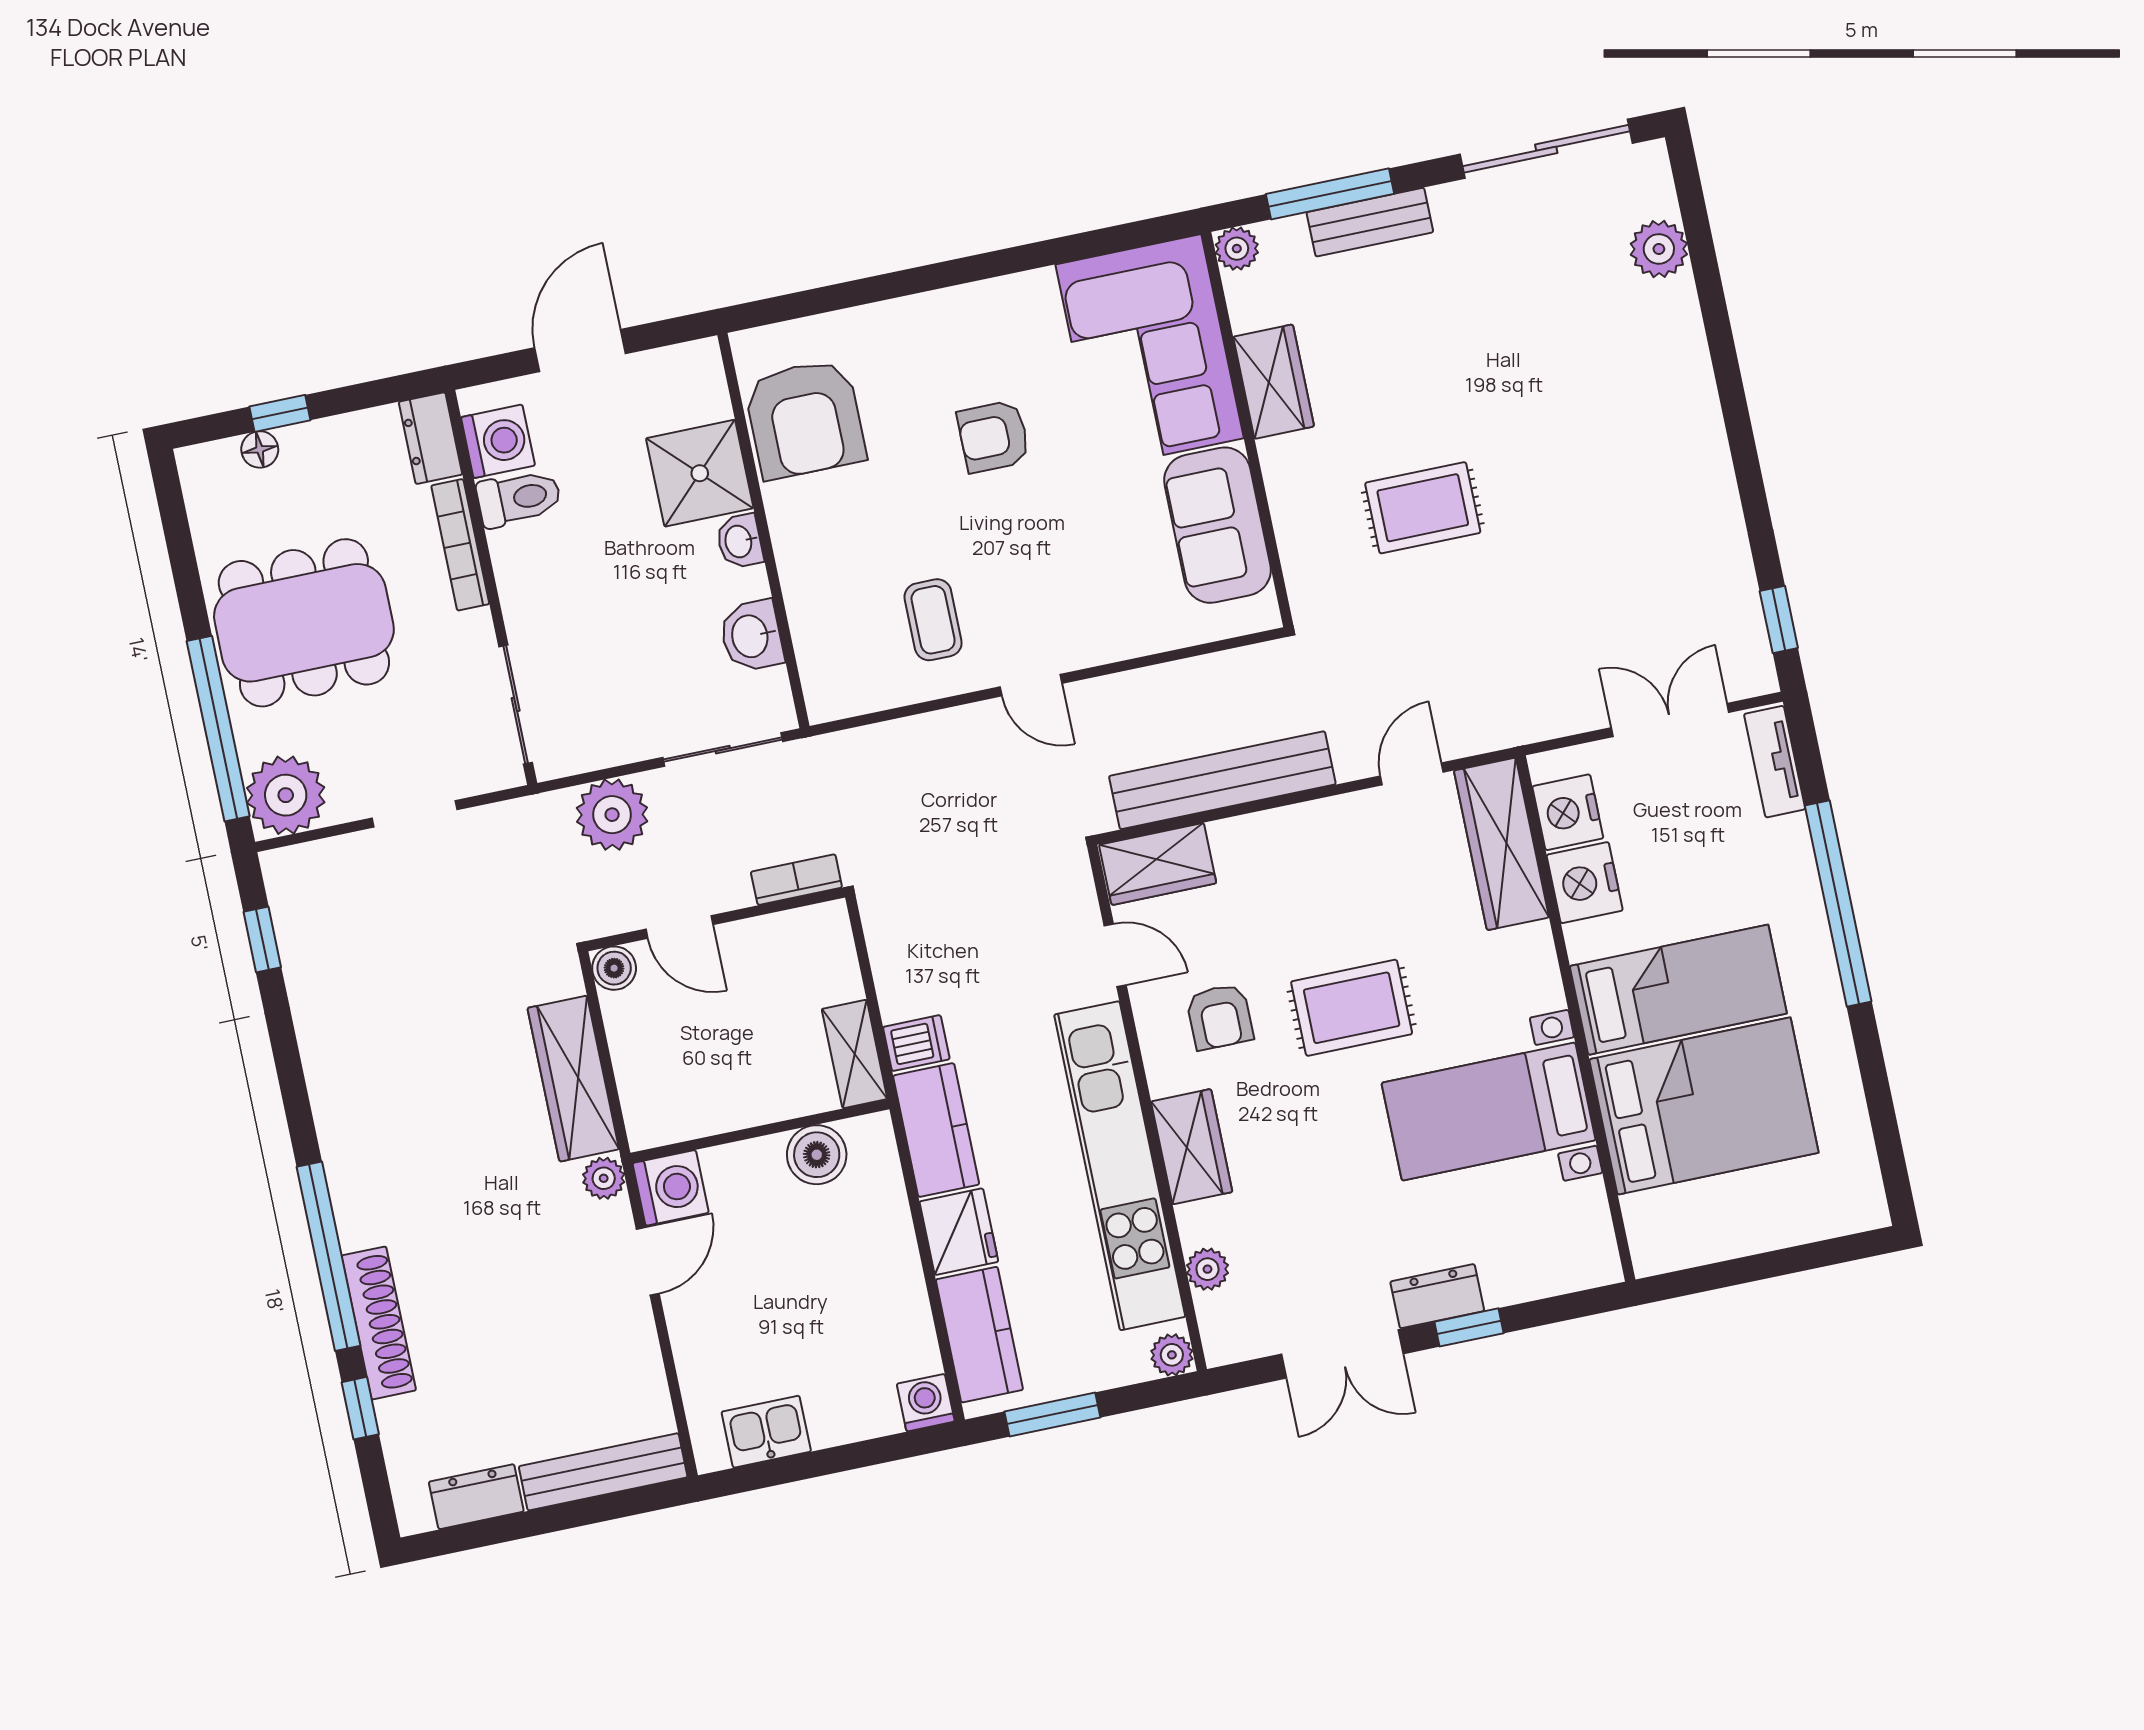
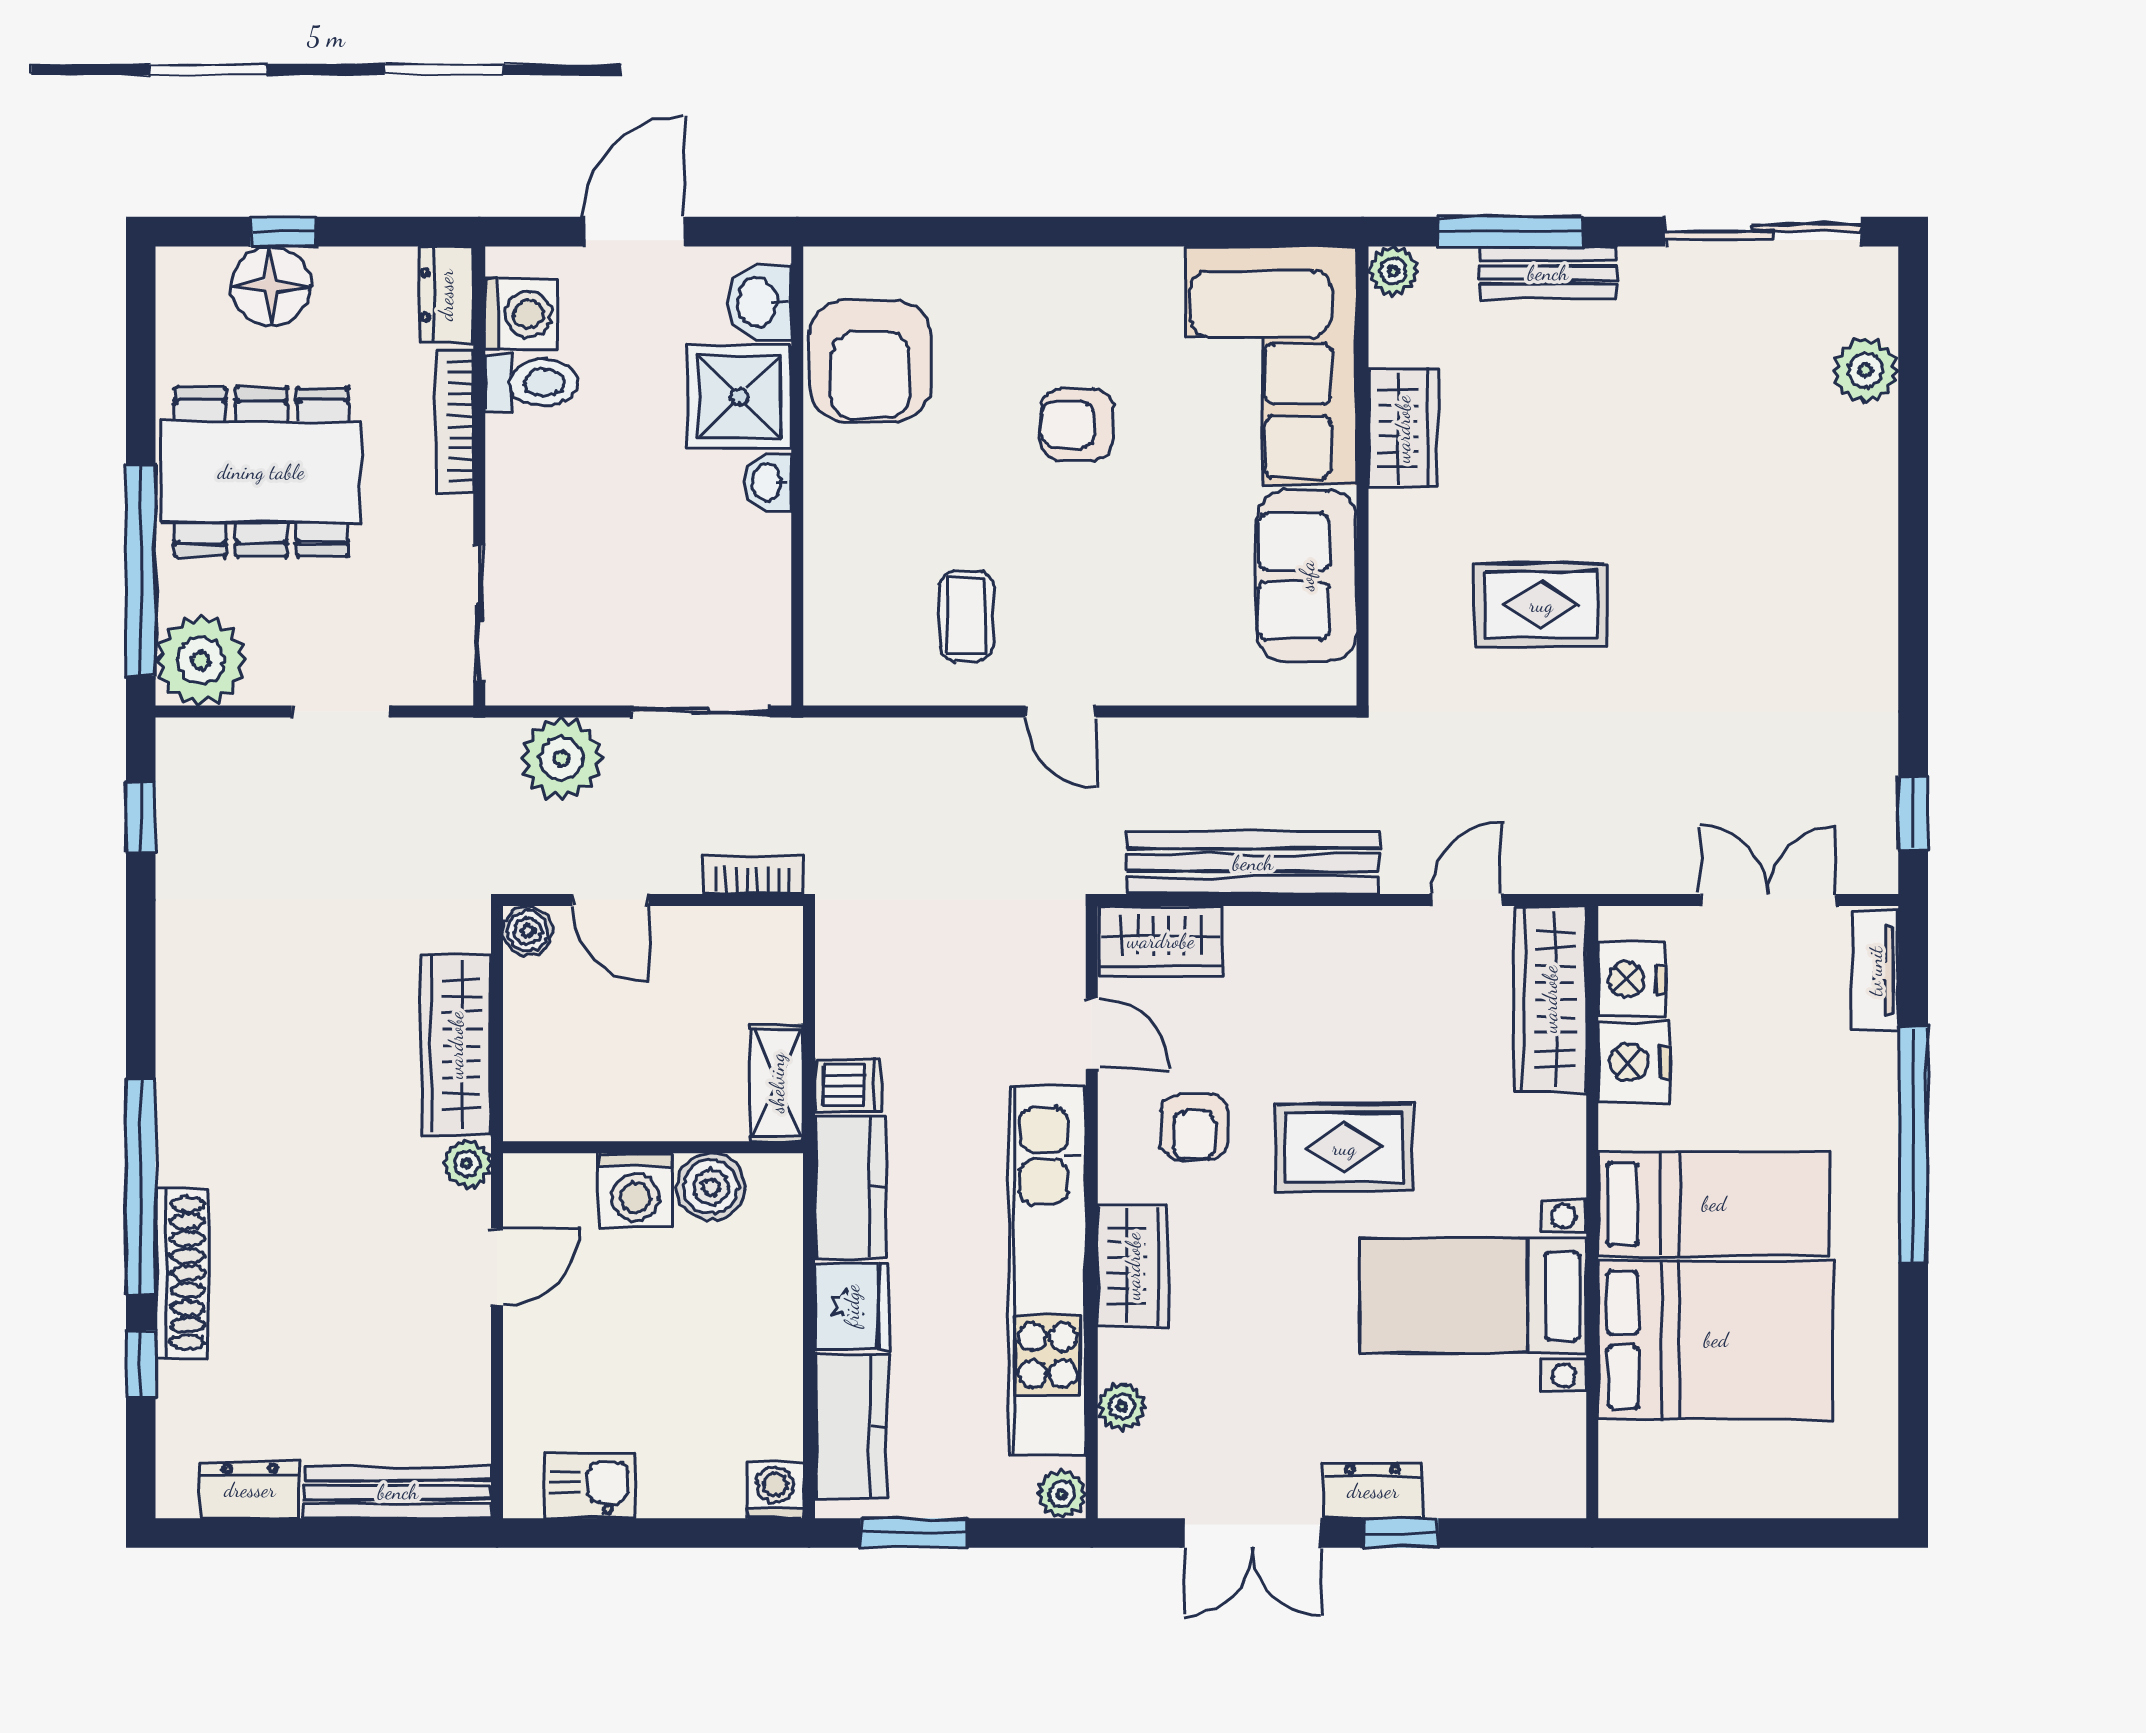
floor lamp: (260, 449) -> (271, 286), width x1.89, depth x1.89
washbasin: (751, 636) -> (759, 302), moved
washing machine: (671, 1188) -> (636, 1190), moved, turned 90

